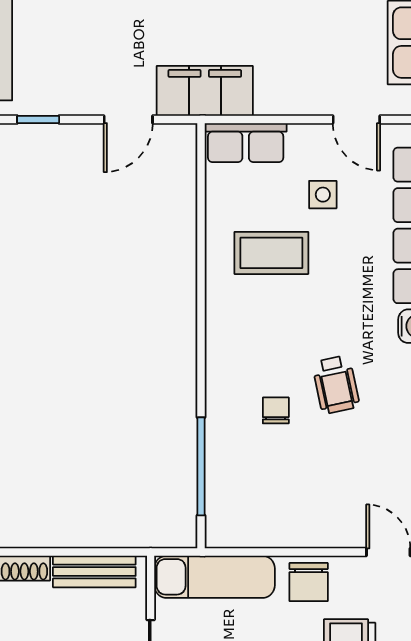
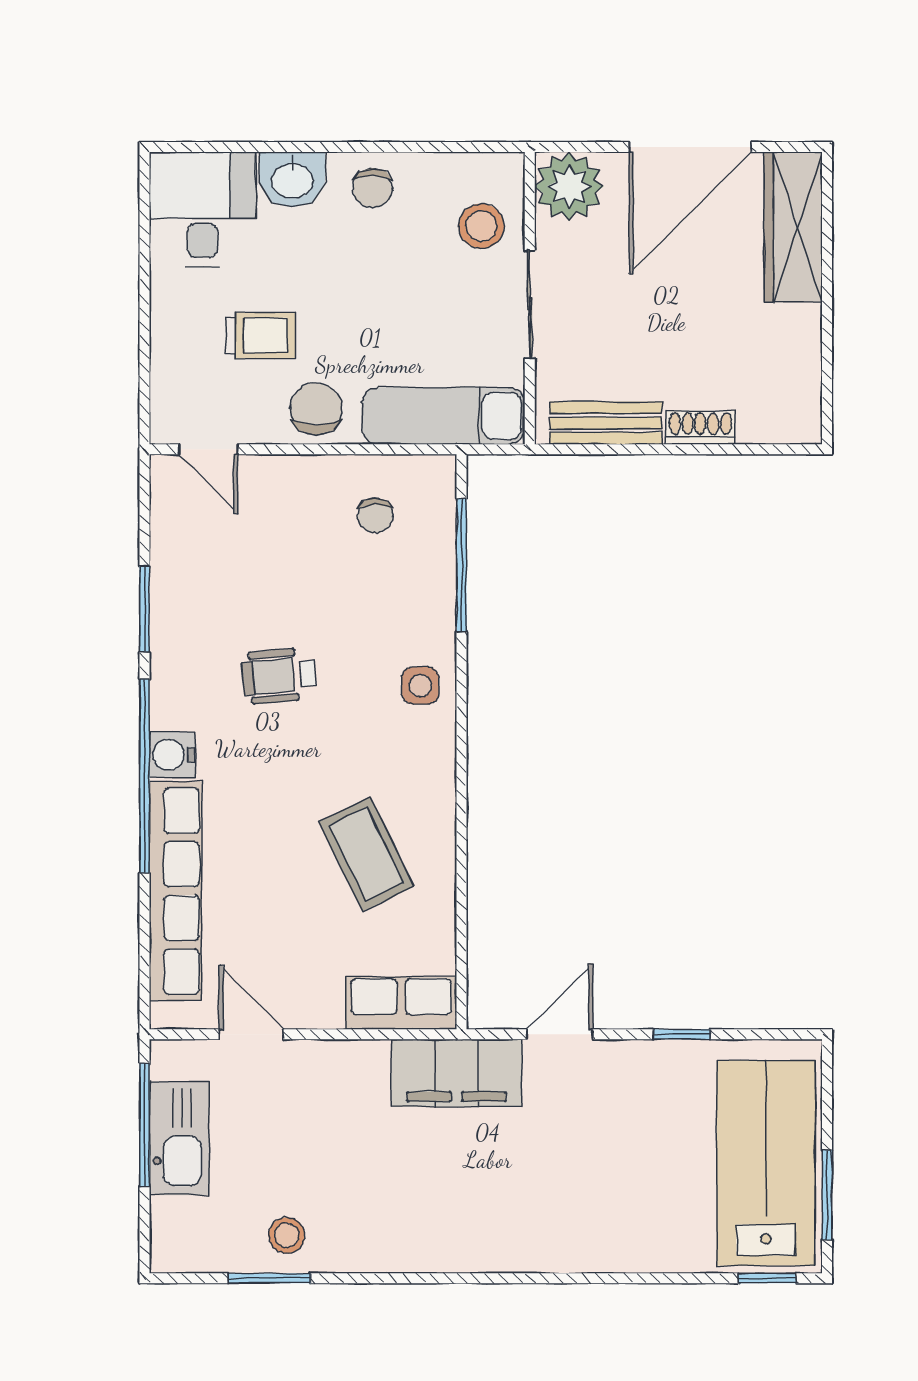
side table: (323, 195) -> (420, 686), moved
coffee table: (271, 253) -> (366, 854), turned 64
wheelchair: (336, 385) -> (279, 676), turned -83
chair: (276, 410) -> (375, 516), moved

